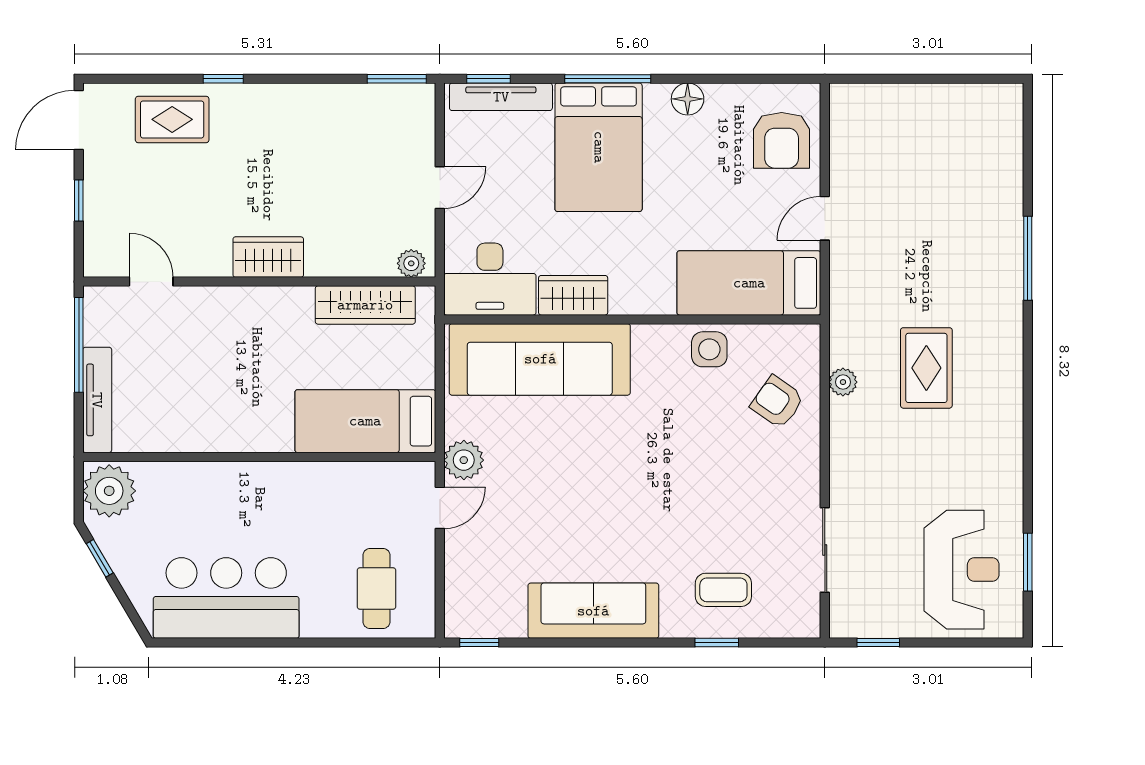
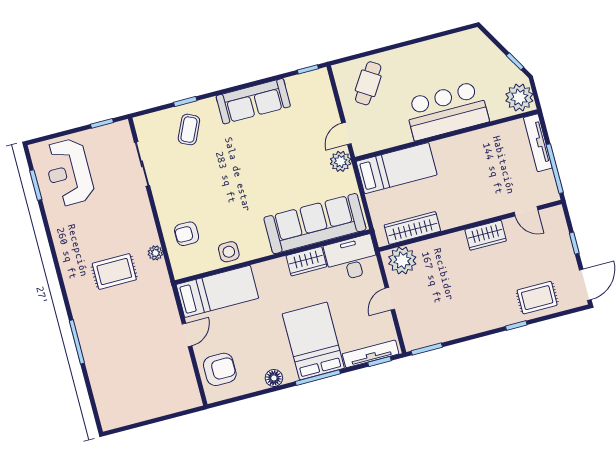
armchair: (782, 140) -> (220, 369), turned 90
wardrobe: (268, 257) -> (486, 235), moved
plant: (411, 263) -> (402, 260), width x1.87, depth x1.87
rug: (926, 368) -> (114, 272), turned 90
armchair: (777, 402) -> (187, 234), turned 145
cafe table: (376, 588) -> (368, 83), turned 33
coffee table: (723, 590) -> (189, 130), turned -65
bar counter: (226, 598) -> (447, 111), moved, turned 180

